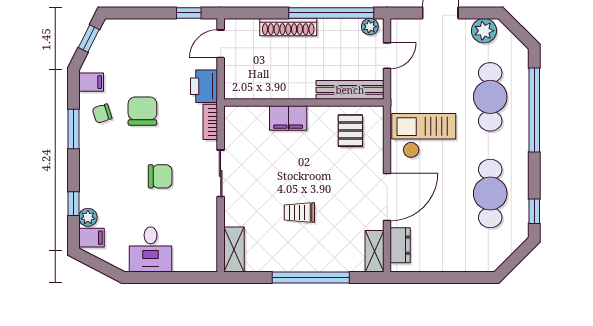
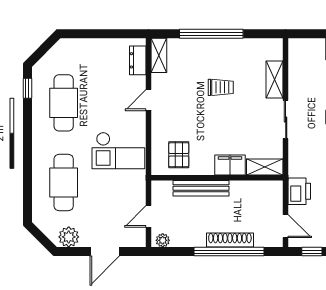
window: (331, 13) -> (229, 252), moved
door: (221, 44) -> (286, 226), hinge flipped
bench: (350, 90) -> (201, 188), moved
window: (534, 110) -> (27, 172), removed
shelving: (246, 116) -> (265, 167), added
bookcase: (210, 122) -> (294, 162), removed
door: (387, 197) -> (149, 100), width x0.53
shelving: (234, 250) -> (275, 80), moved

